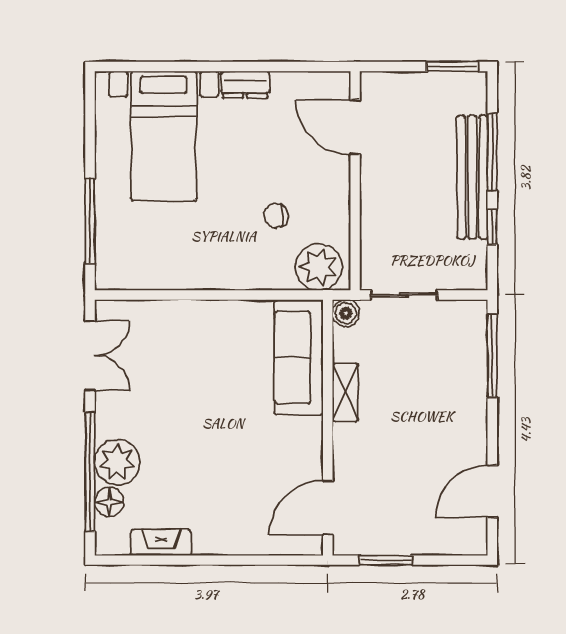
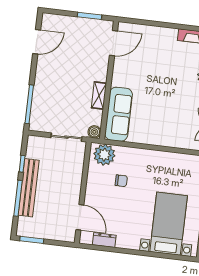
dresser: (245, 85) -> (104, 240), moved

